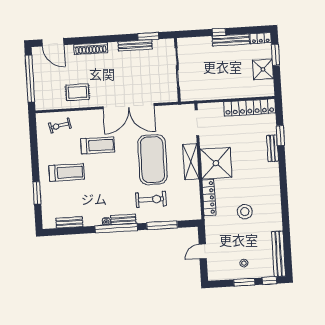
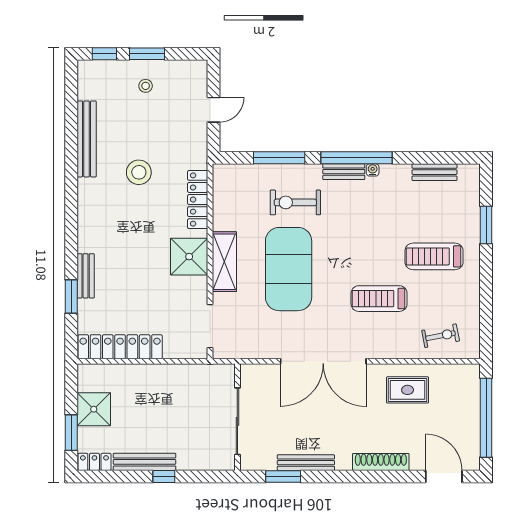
double door: (129, 106) -> (323, 361), swing flipped
shower: (216, 163) -> (189, 257), width x0.73, depth x0.73
bench: (278, 254) -> (87, 139), moved

